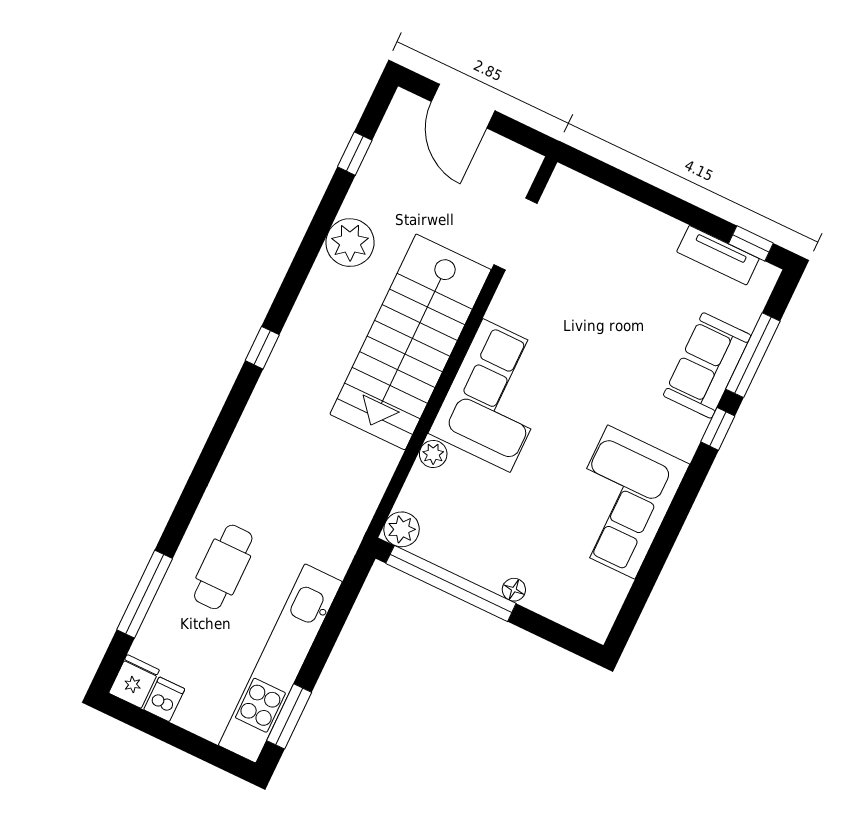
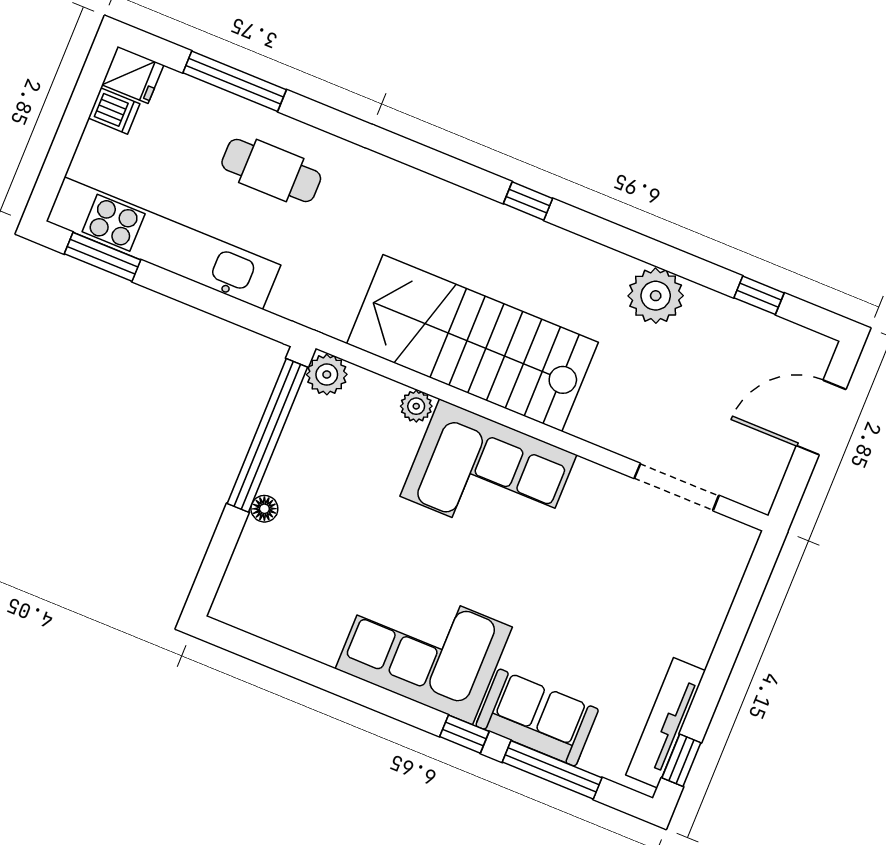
tv unit: (718, 255) -> (666, 723), width x1.41
stairs: (411, 342) -> (472, 343), moved
corner sofa: (621, 502) -> (424, 648), moved

